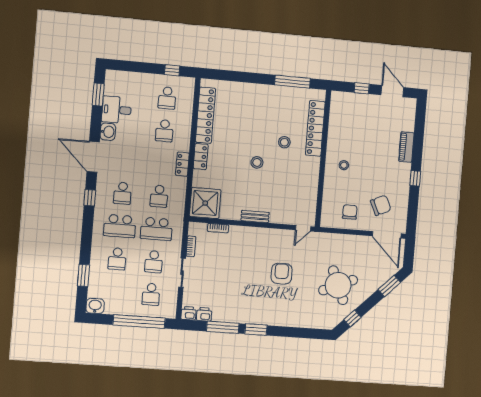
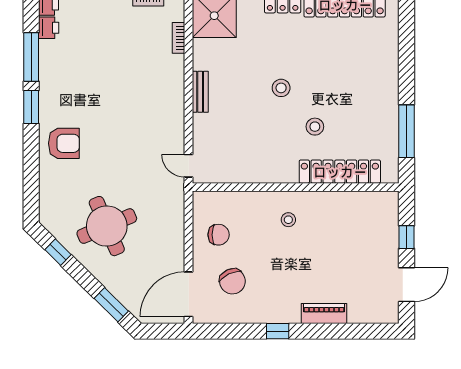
armchair: (282, 274) -> (64, 143), moved

